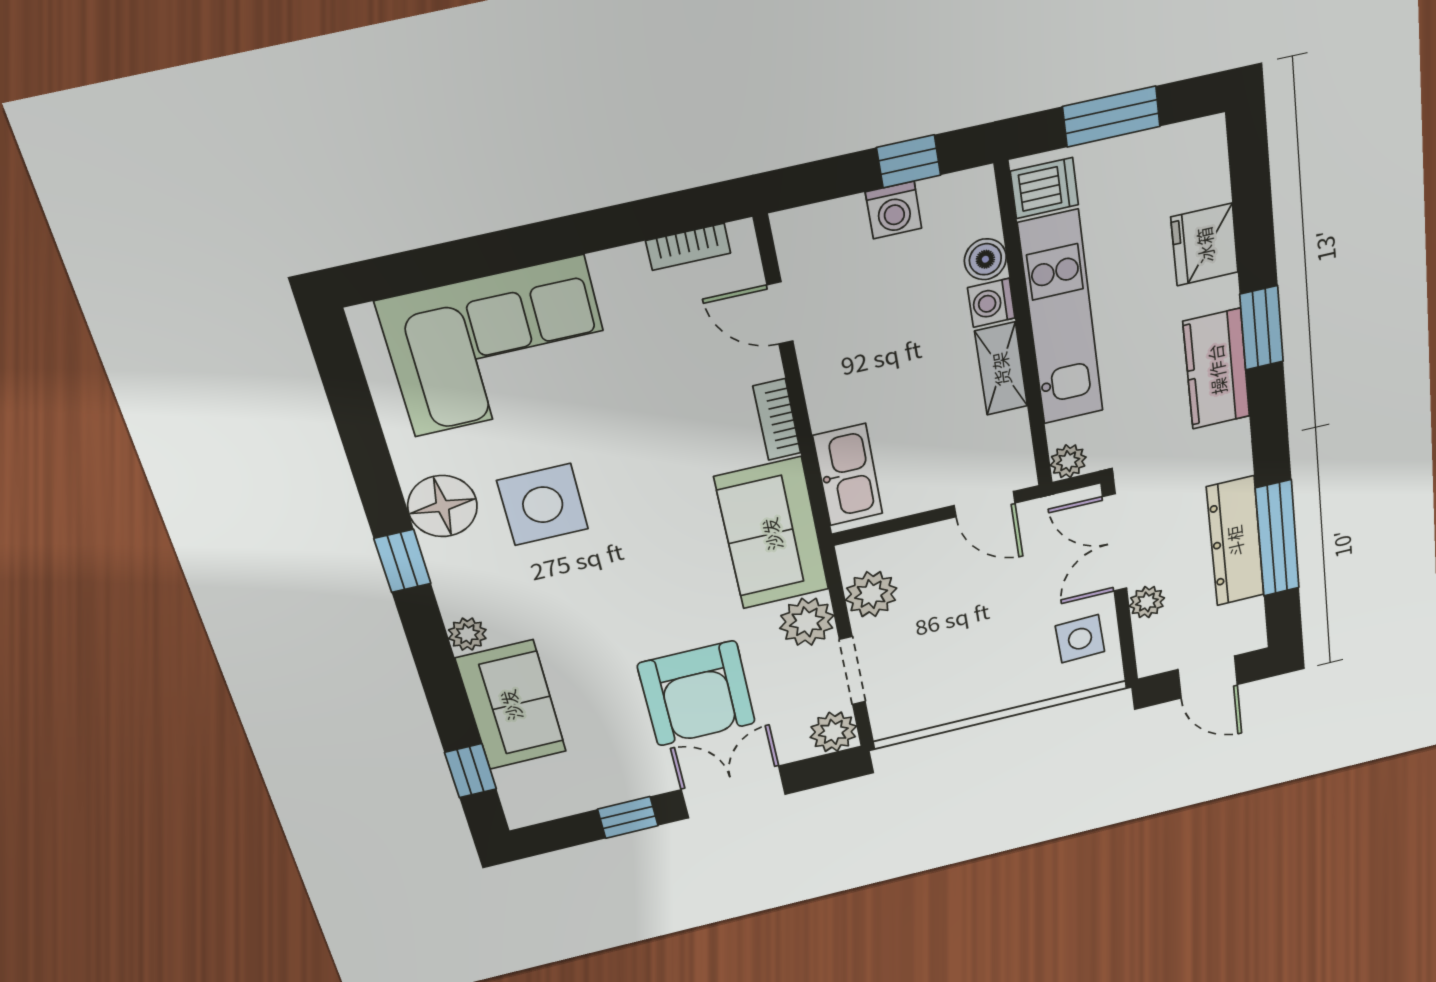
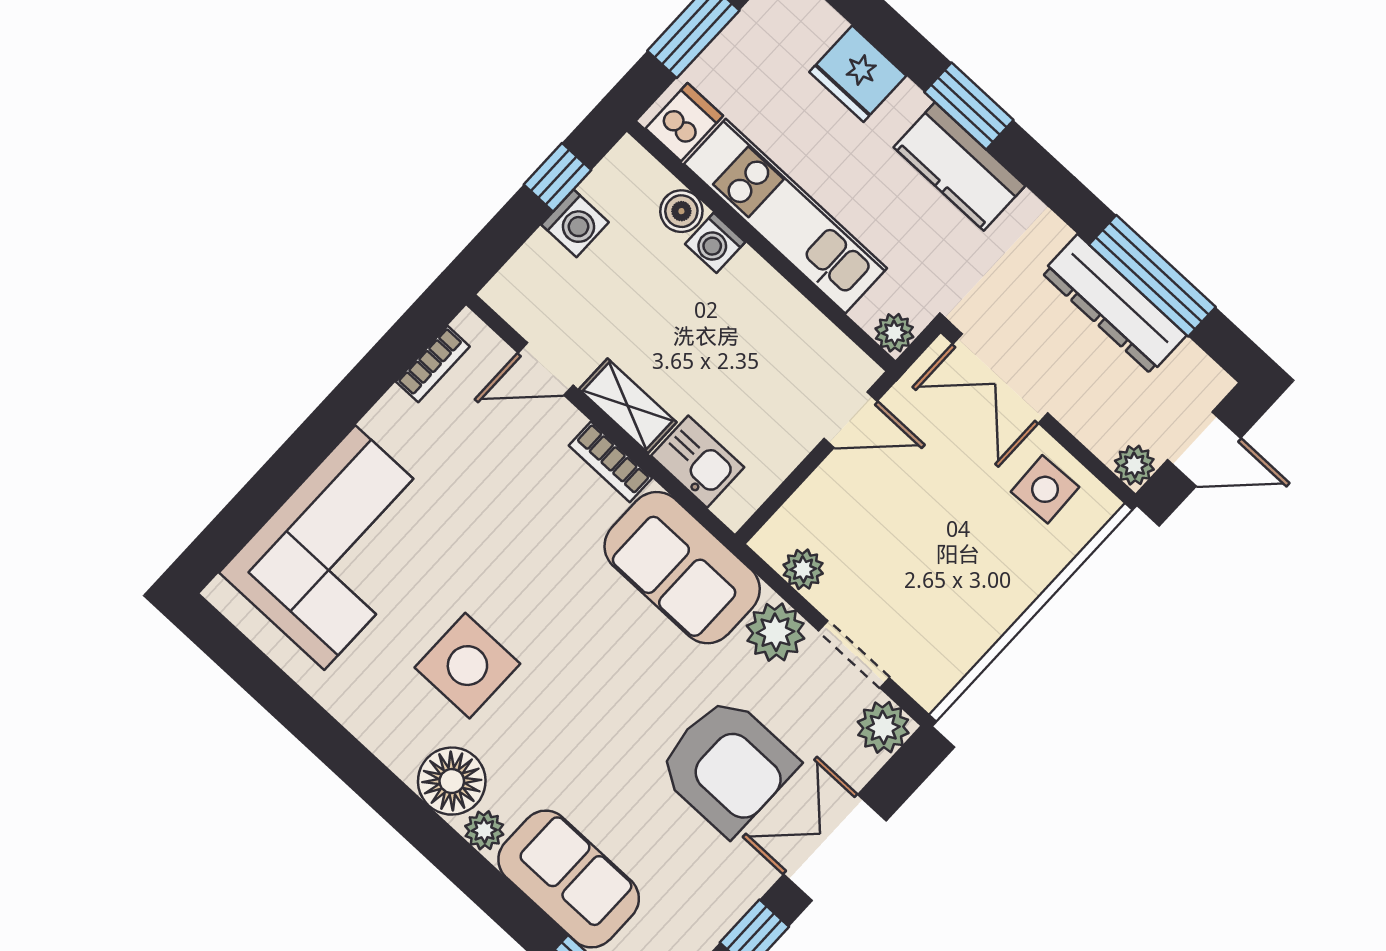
shelving: (1001, 369) -> (628, 406), moved
kitchen sink: (848, 475) -> (698, 462), width x0.73
floor lamp: (442, 506) -> (452, 781), moved
window: (403, 561) -> (385, 793), removed
plant: (871, 594) -> (803, 569), width x0.73, depth x0.73
plant: (1147, 602) -> (1134, 465), moved

